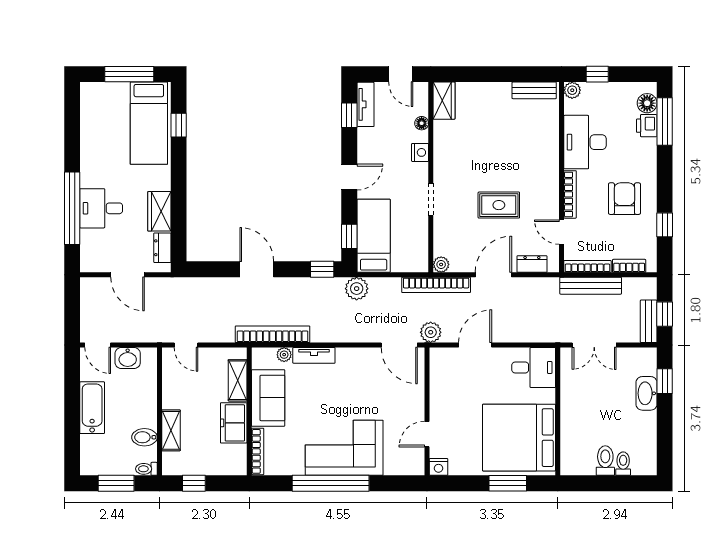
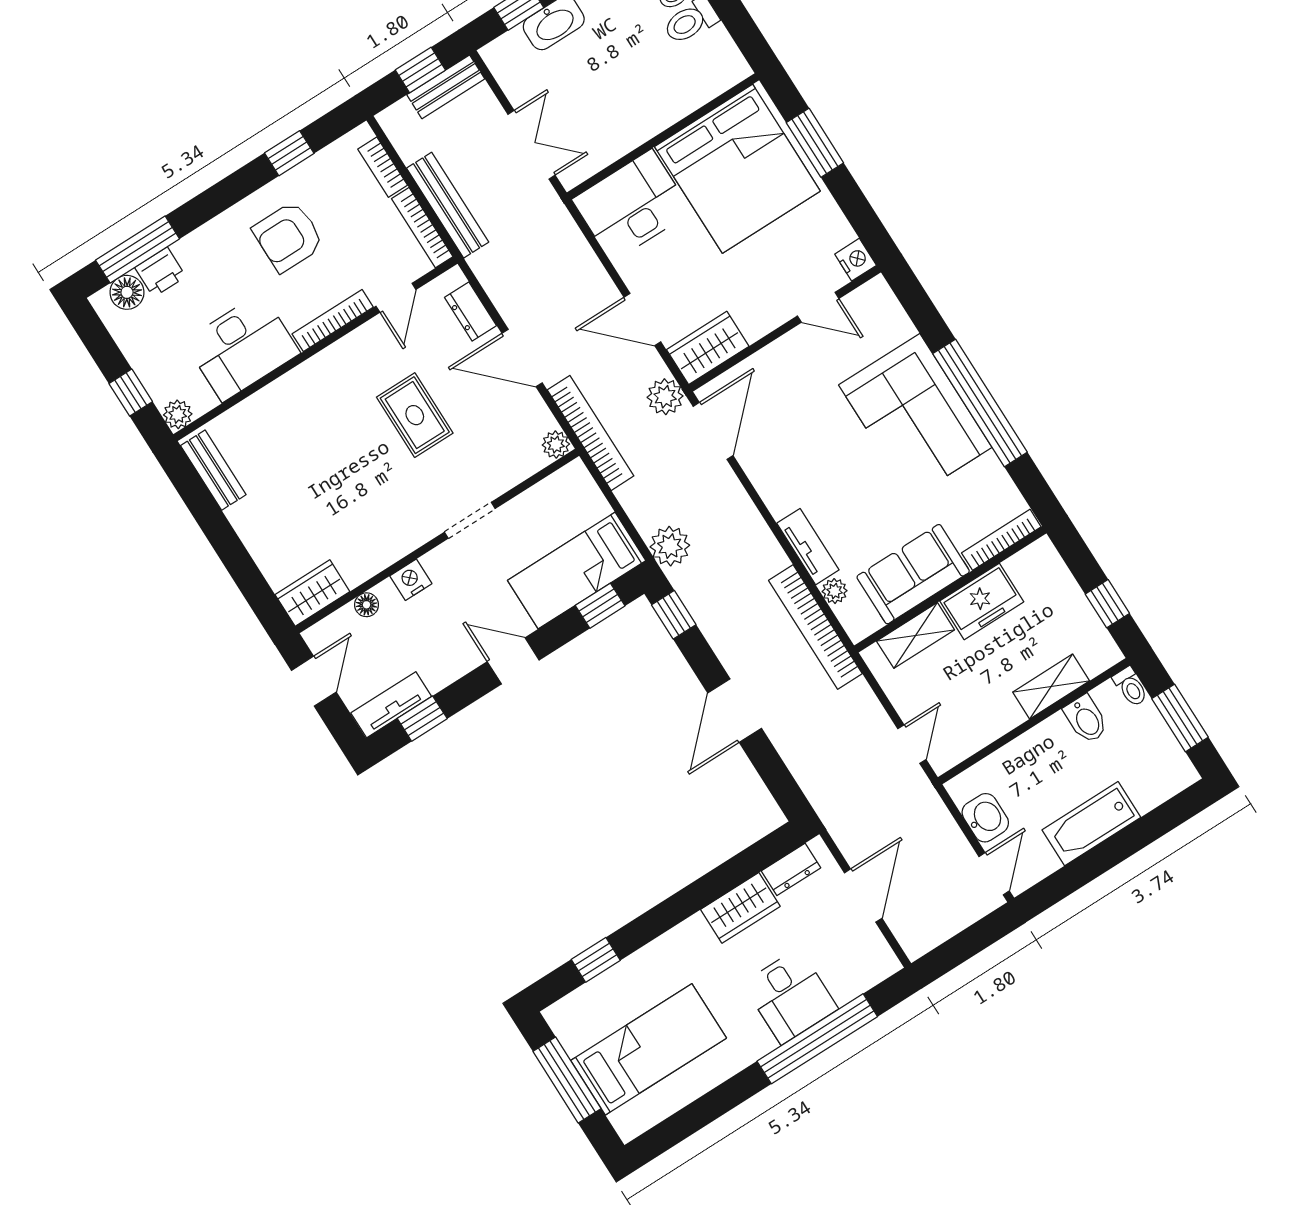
bed: (149, 123) -> (649, 1049), moved
desk: (534, 367) -> (632, 206), width x1.37
wardrobe: (441, 368) -> (708, 348), added

